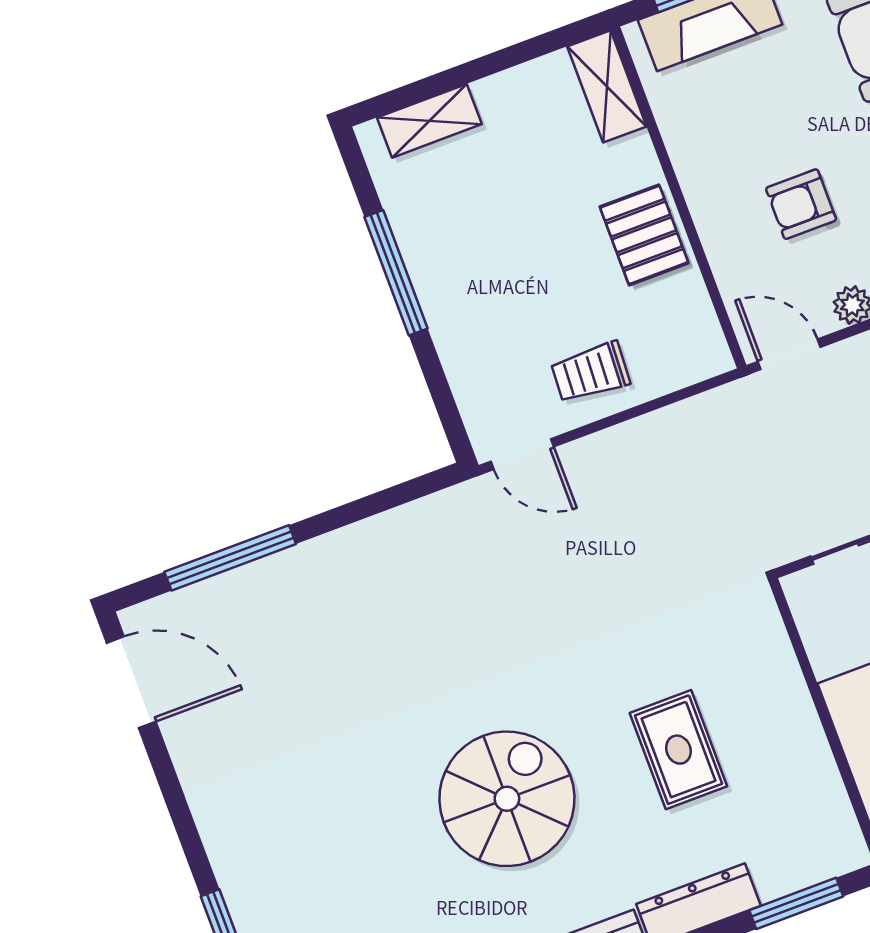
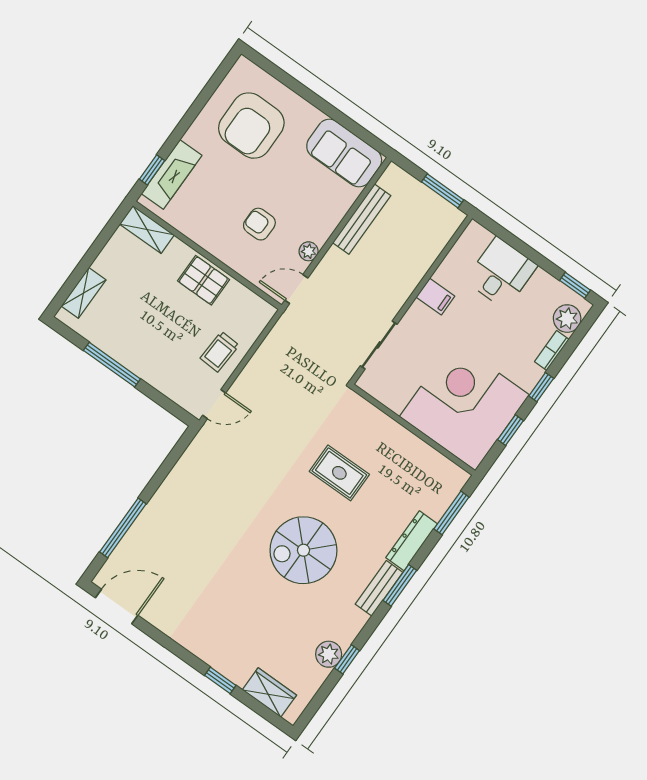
armchair: (801, 204) -> (259, 224), turned 90
rug: (678, 750) -> (339, 473), moved
spiral stairs: (507, 799) -> (303, 550), turned -90

